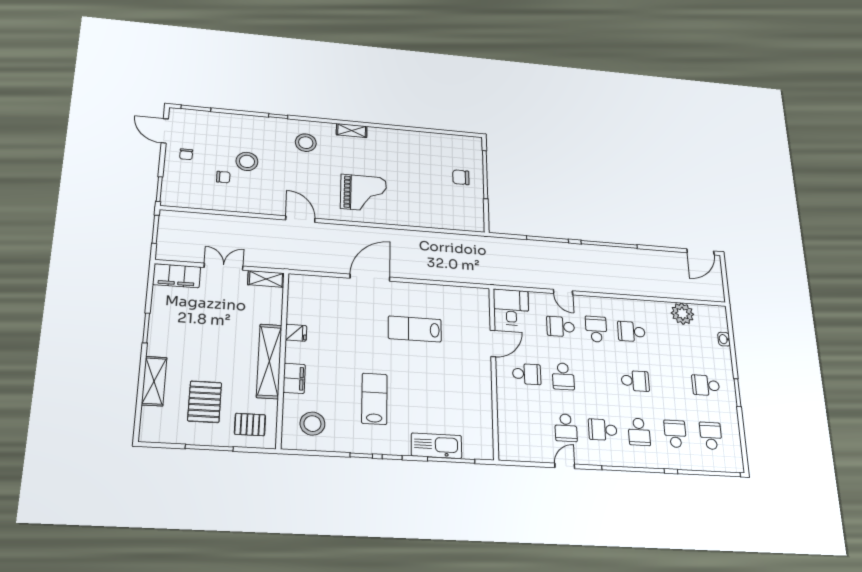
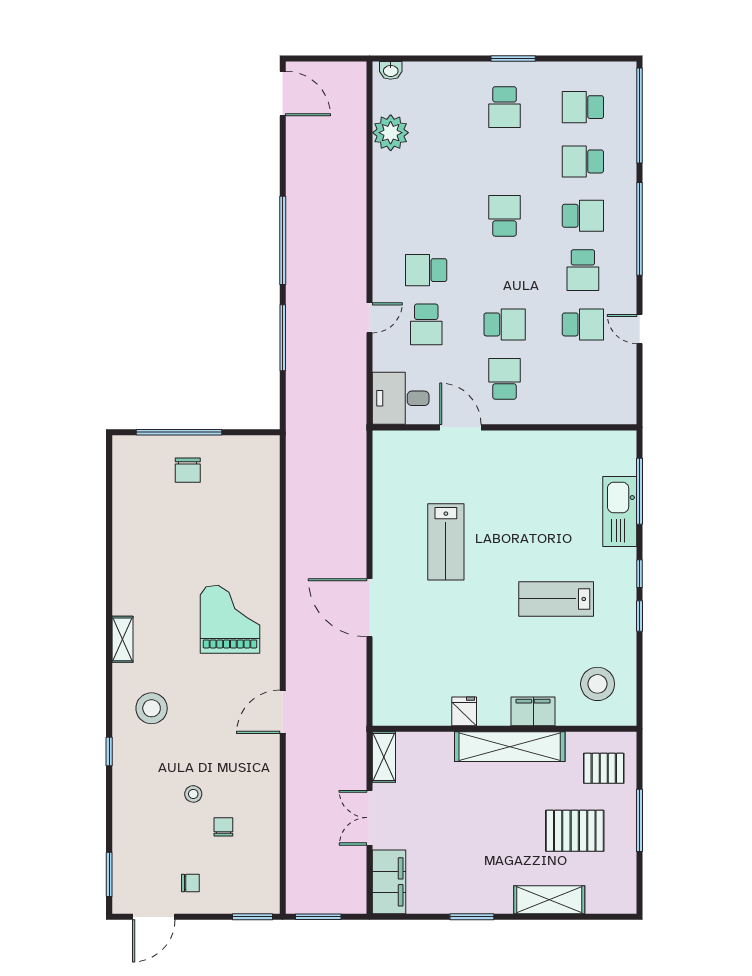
stool: (247, 161) -> (193, 794), width x0.53, depth x0.53
school desk: (631, 332) -> (426, 216), removed
washbasin: (724, 339) -> (391, 70), moved
pallet: (250, 425) -> (604, 768), turned 90

